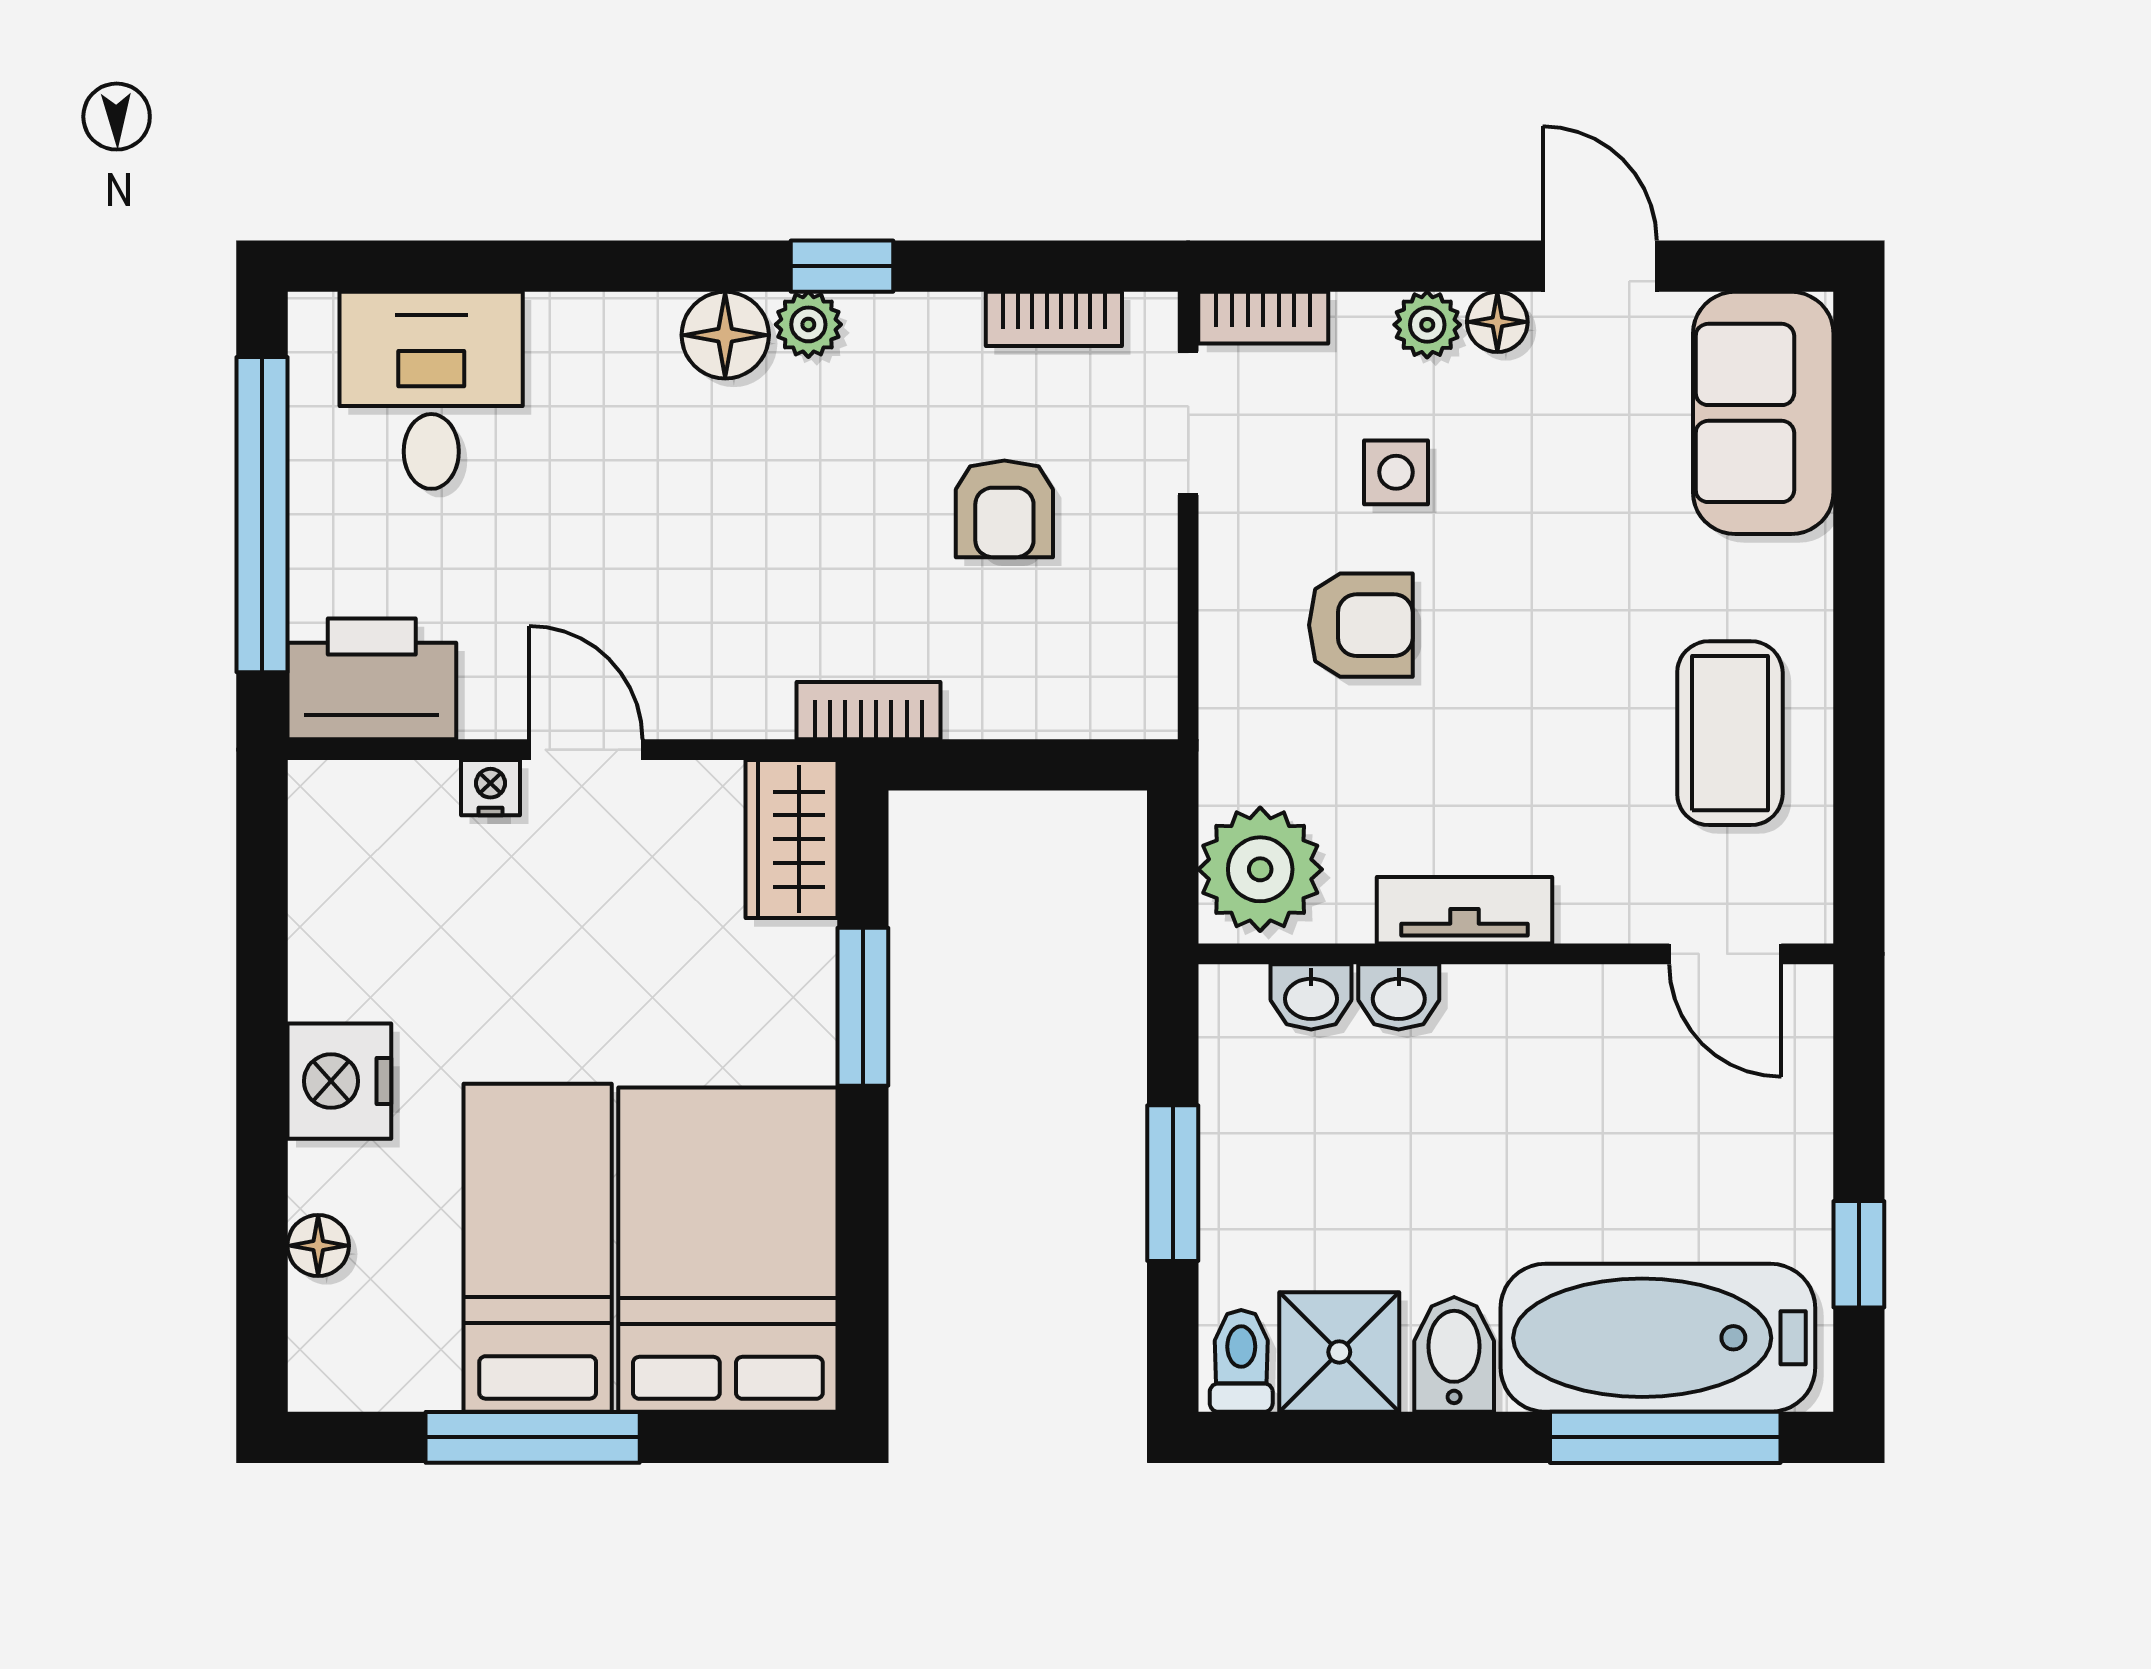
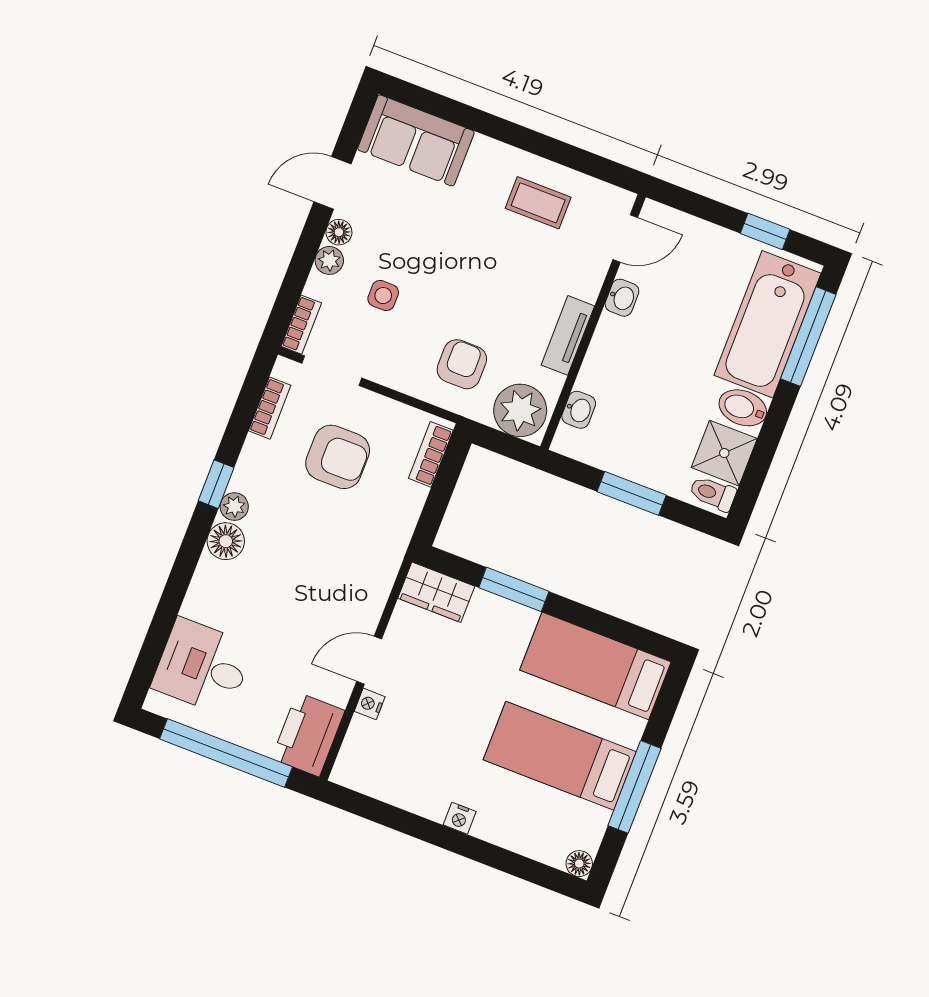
armchair: (1004, 509) -> (338, 457), width x1.38, depth x1.38
armchair: (1361, 625) -> (462, 364), moved
bookcase: (868, 711) -> (431, 454), moved
coffee table: (1730, 733) -> (538, 203), width x0.73, depth x0.77
washbasin: (1399, 997) -> (622, 298), moved
nightstand: (339, 1081) -> (460, 818), width x0.53, depth x0.56
floor lamp: (318, 1246) -> (579, 864), moved
bed: (728, 1250) -> (595, 666), width x0.67

